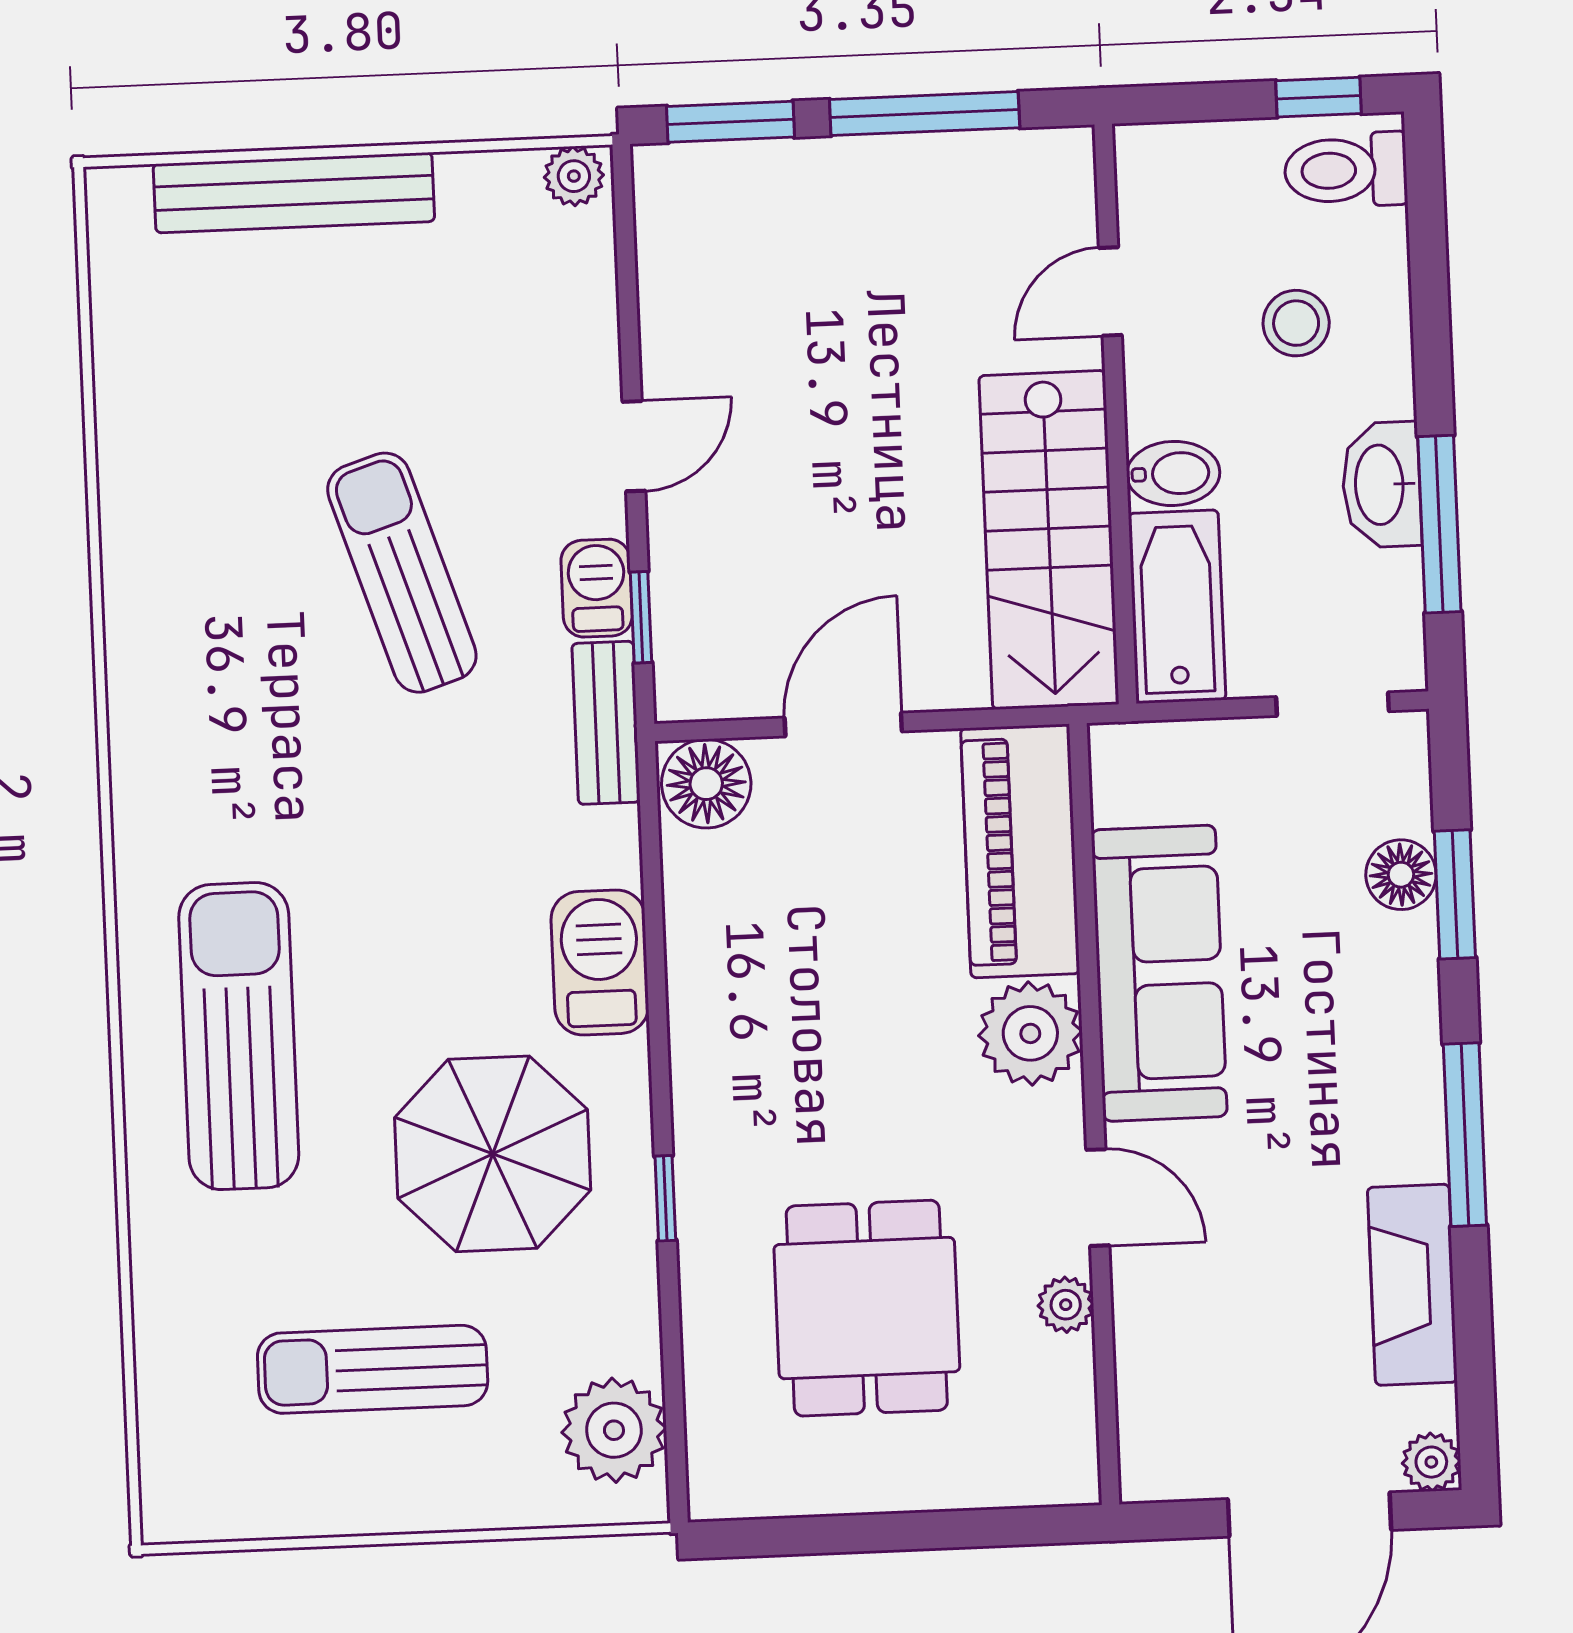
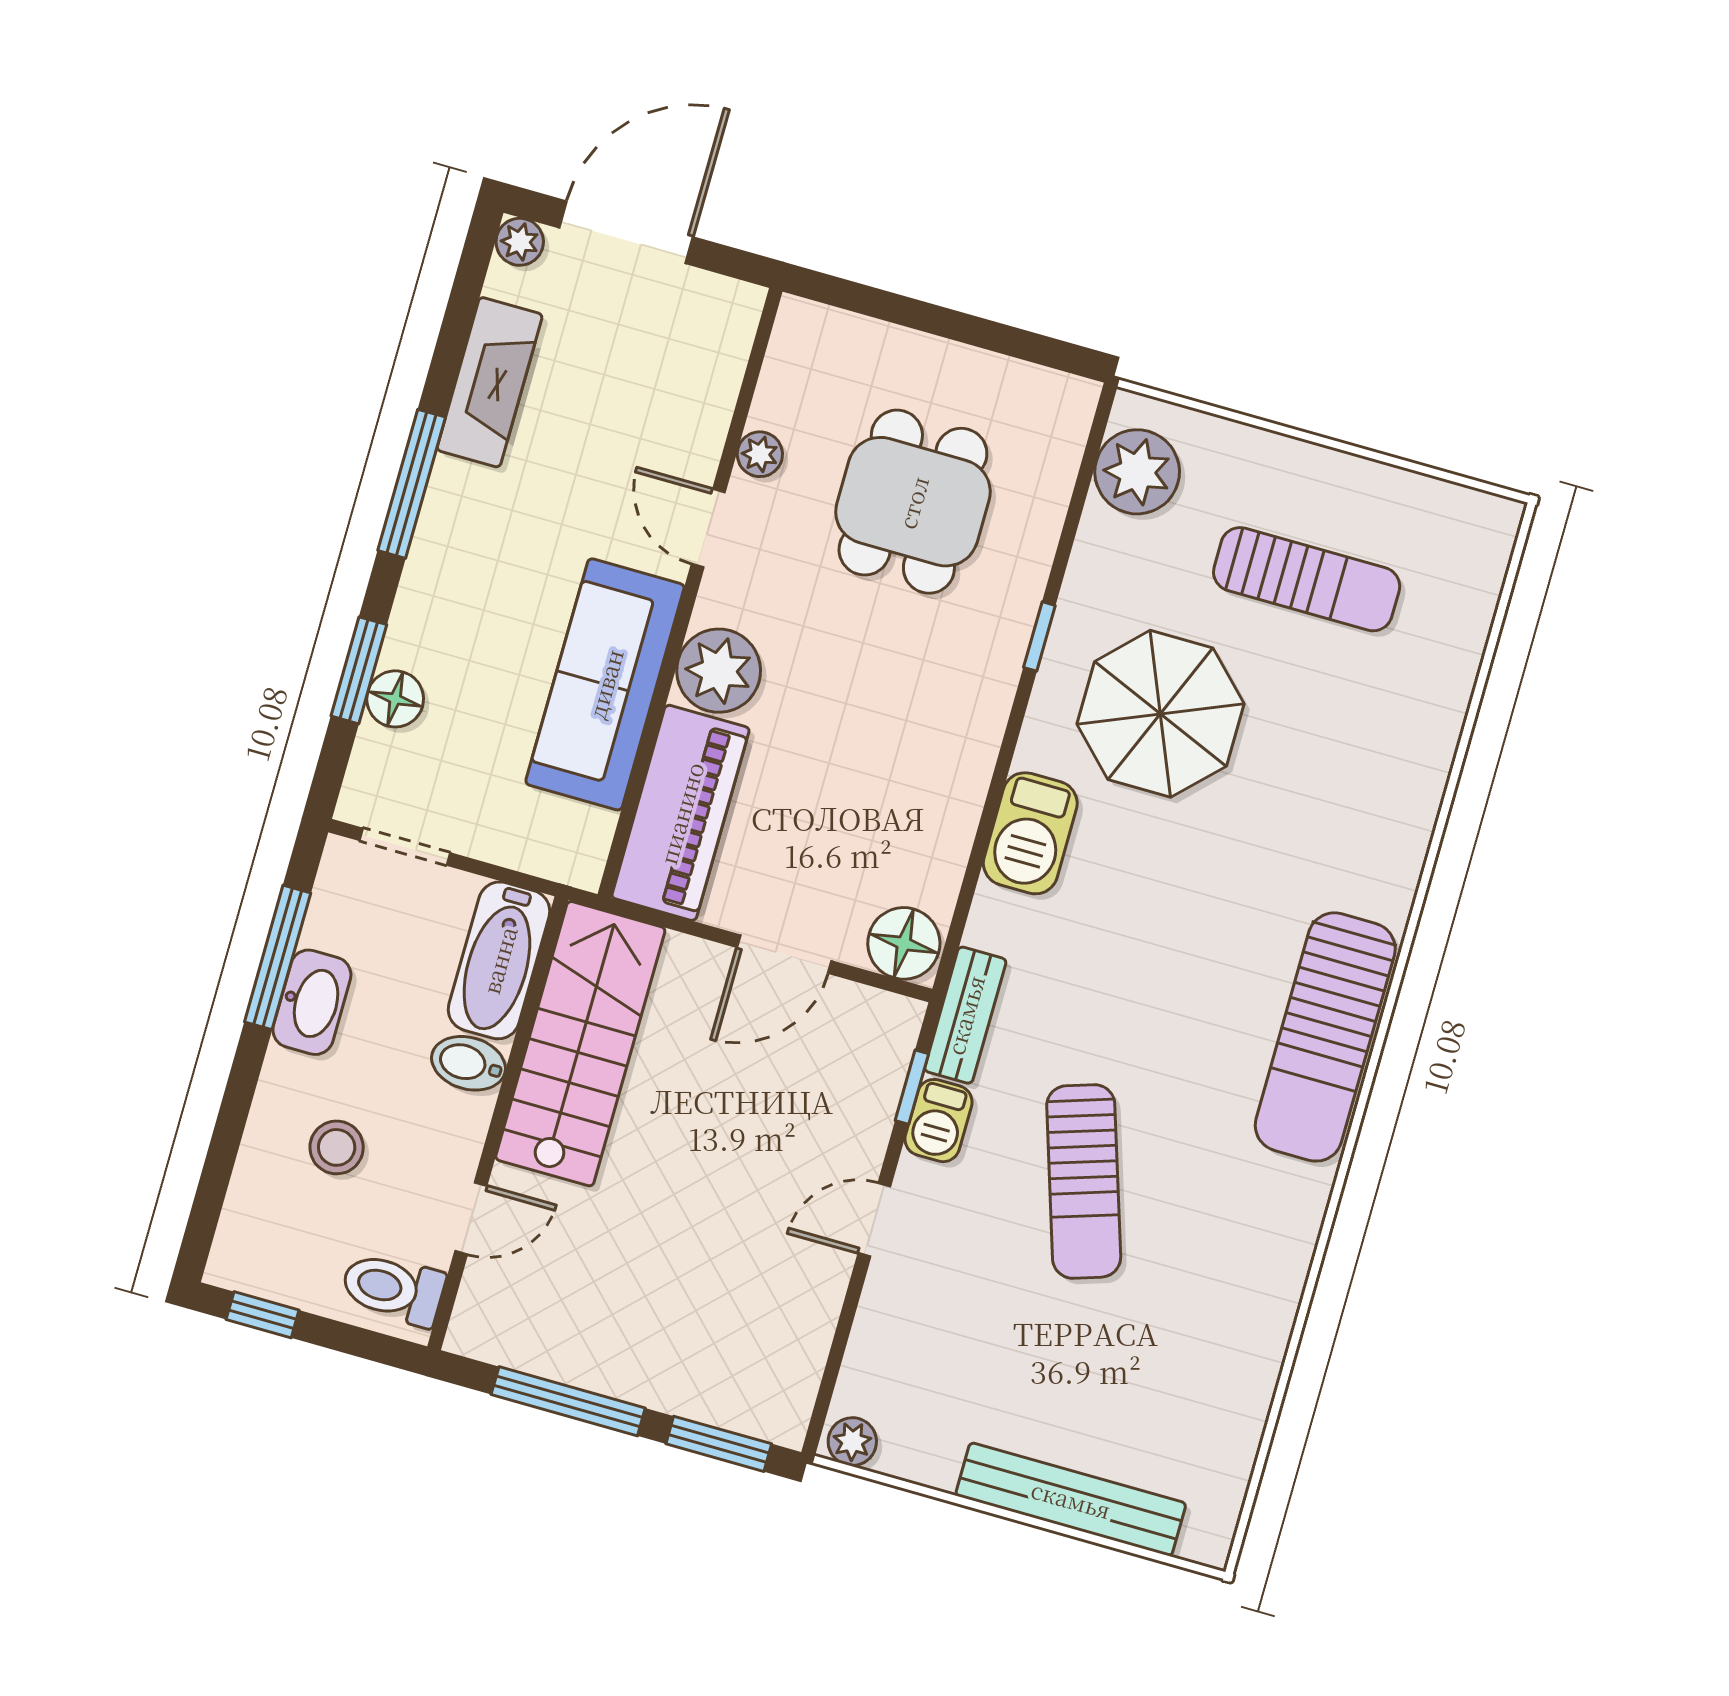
toilet: (1346, 170) -> (393, 1289), moved, turned 180
sun lounger: (239, 1036) -> (1325, 1037), moved

